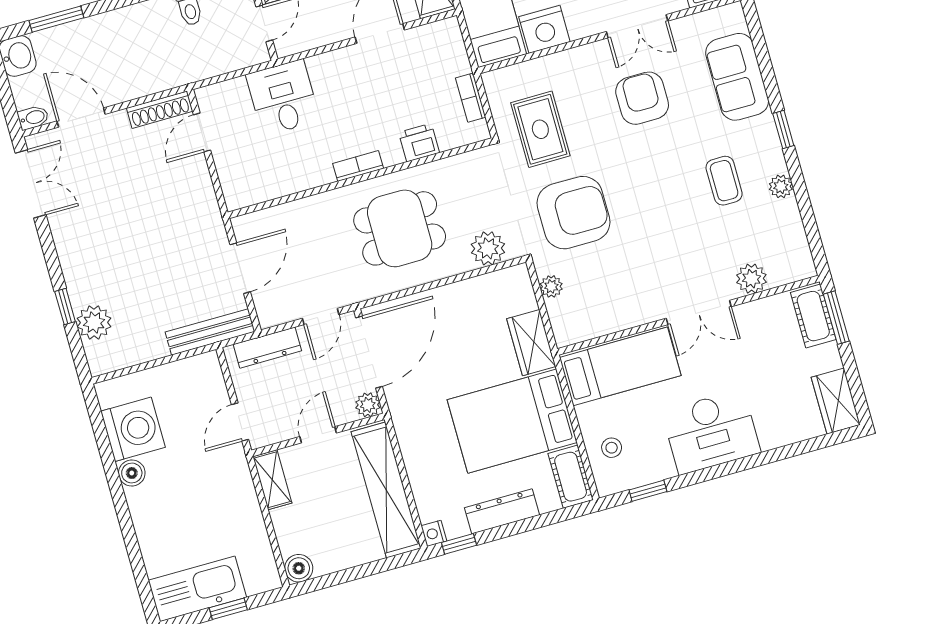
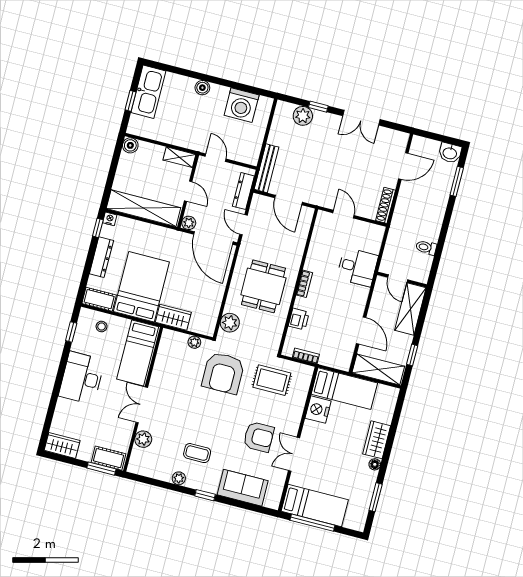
bidet: (33, 118) -> (416, 143), removed
door: (202, 132) -> (343, 214), moved
double door: (31, 184) -> (361, 118), moved
boiler: (132, 473) -> (202, 88), moved

